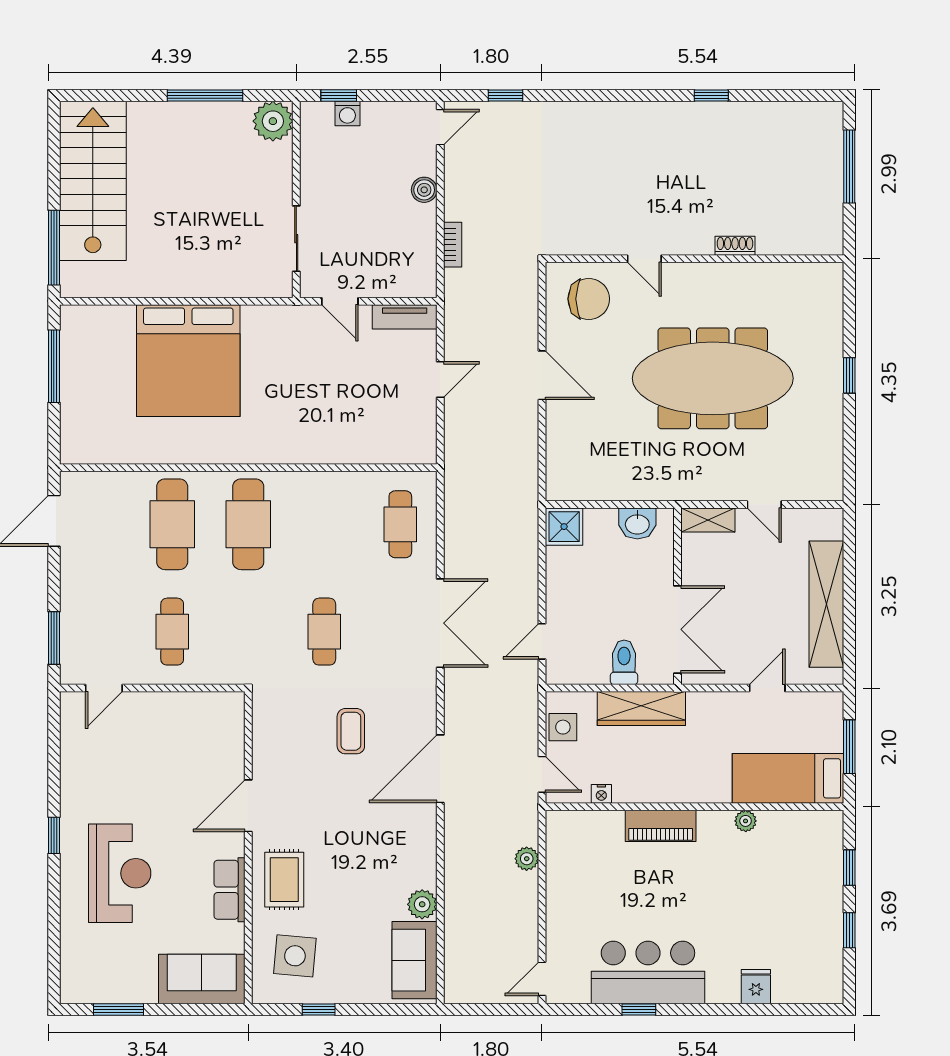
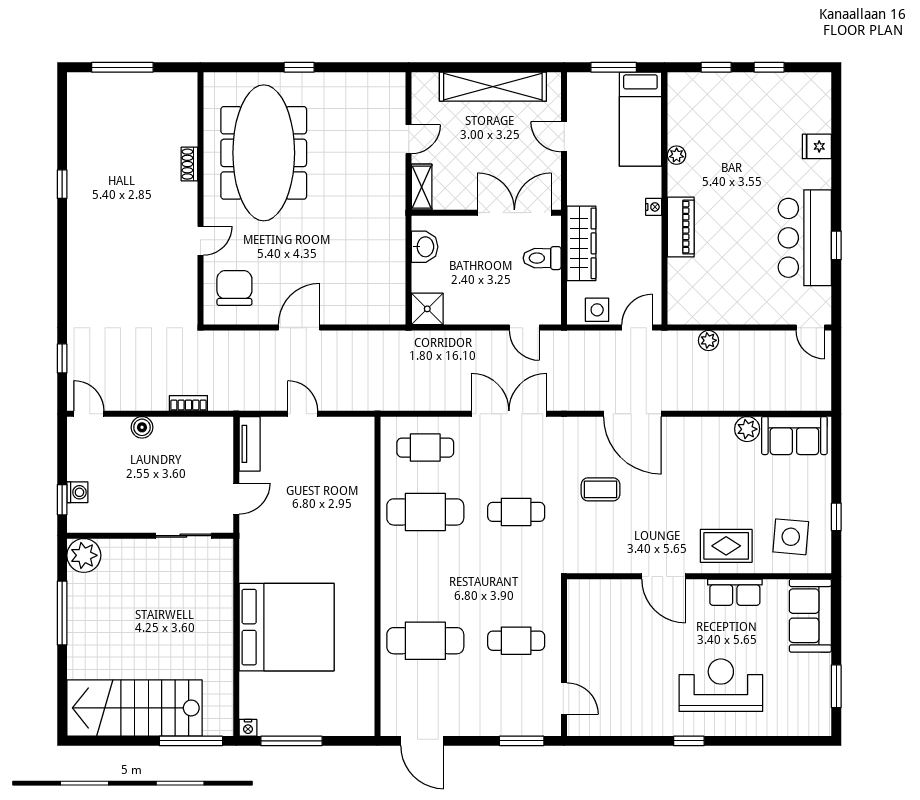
nightstand: (69, 315) -> (248, 728), added
meeting table: (713, 378) -> (264, 153), moved
cafe table: (248, 524) -> (425, 512), moved
nightstand: (601, 794) -> (654, 207), moved

